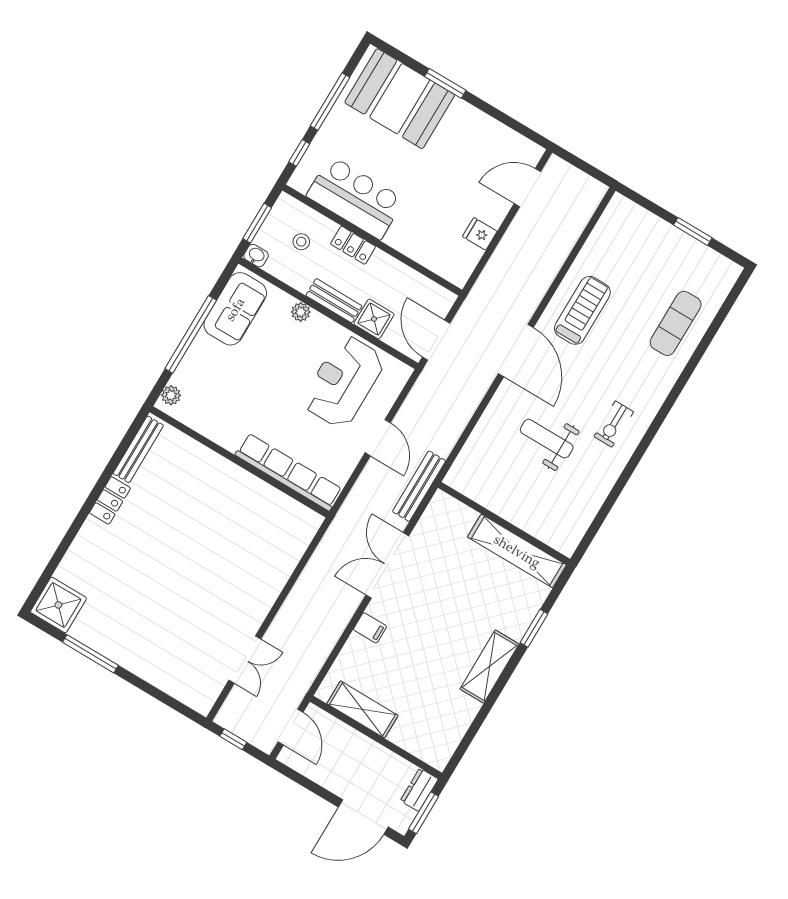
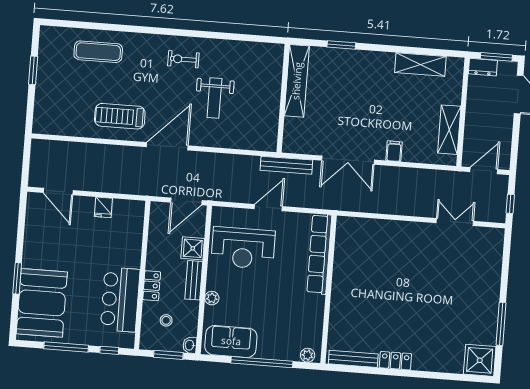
exercise bike: (614, 424) -> (183, 59), turned 180
shelving: (490, 667) -> (420, 64), moved

